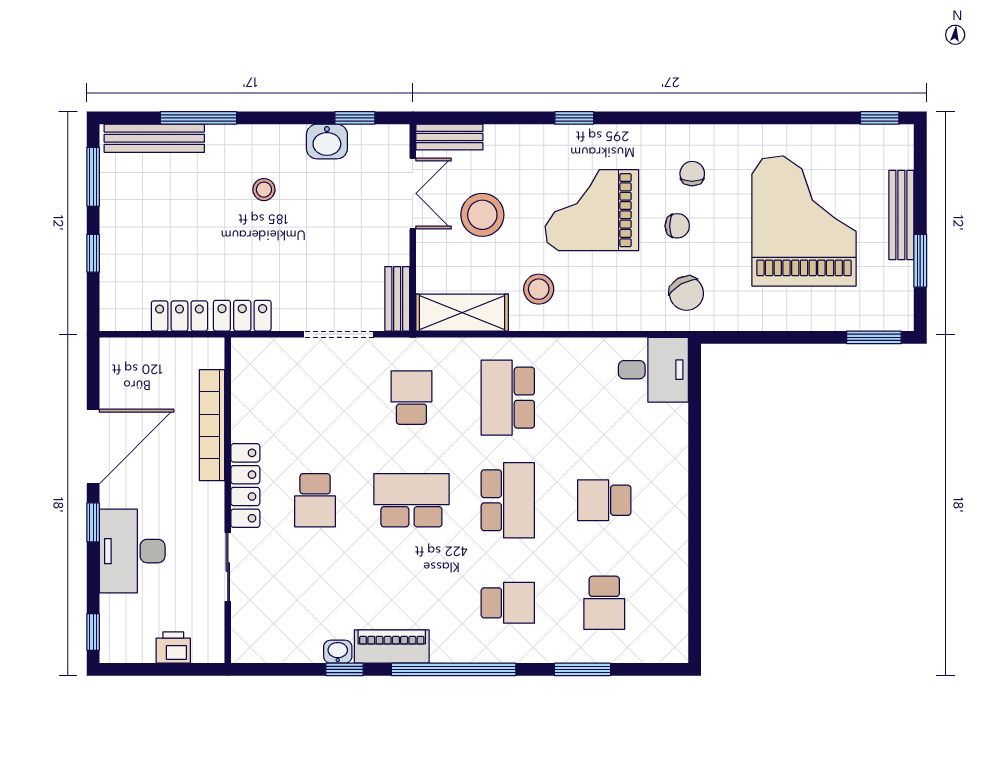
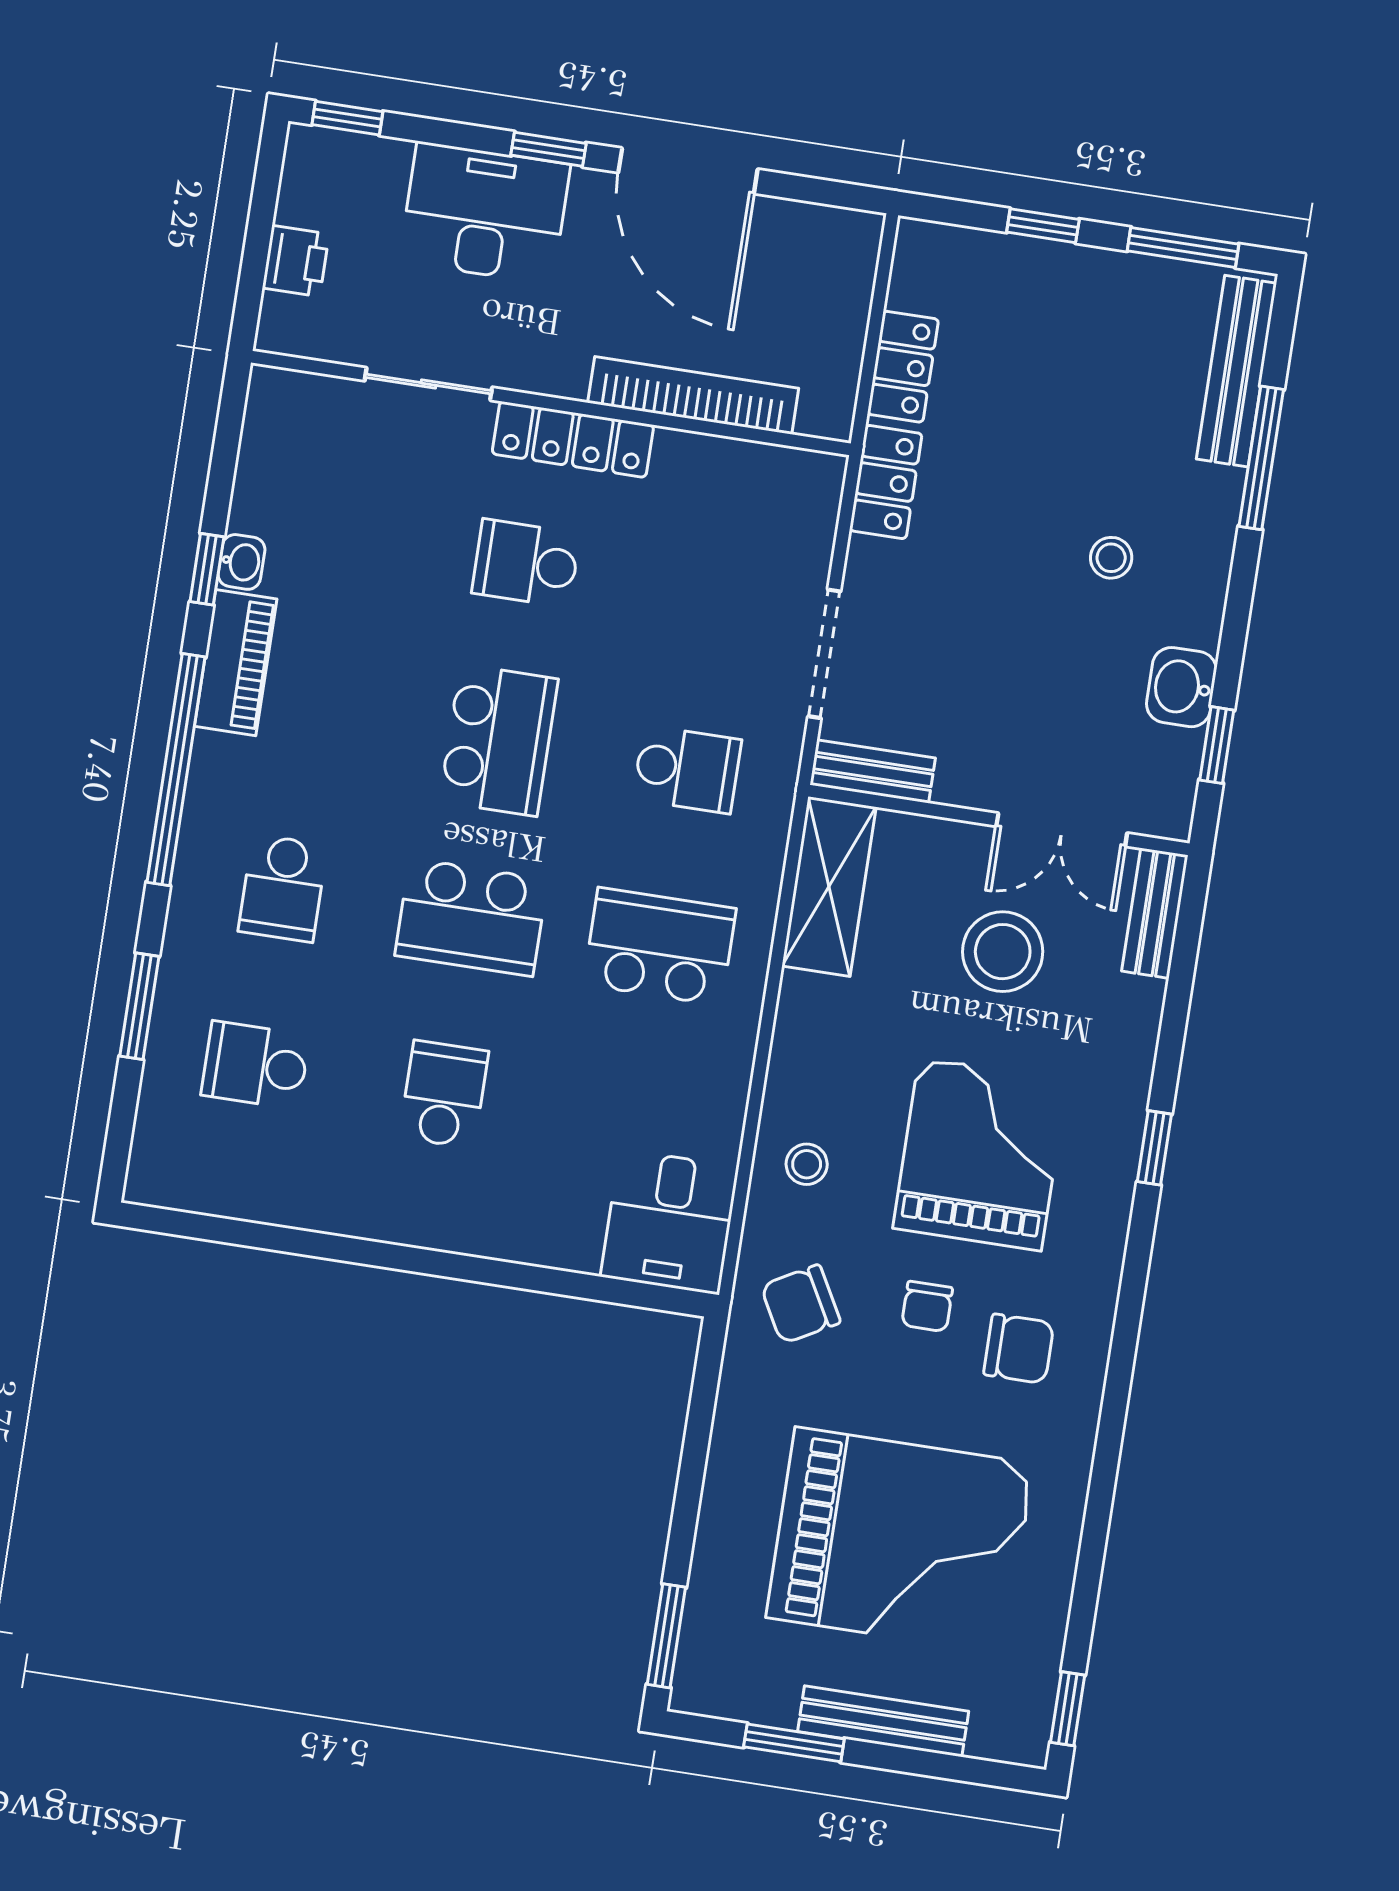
chair: (692, 174) -> (1019, 1349), width x1.37, depth x1.37
stool: (539, 289) -> (807, 1164), moved, width x0.73, depth x0.73

